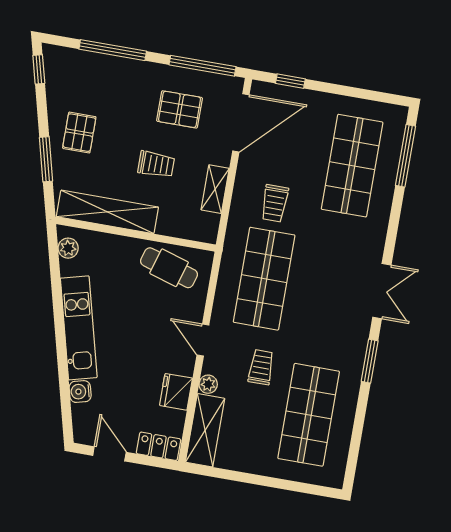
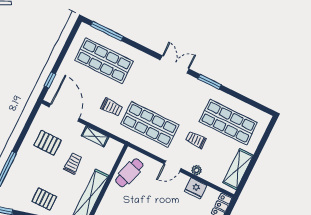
window: (203, 66) -> (28, 124), removed
pallet: (180, 109) -> (48, 143), turned 90
shelving: (205, 430) -> (238, 169), moved, turned 90

